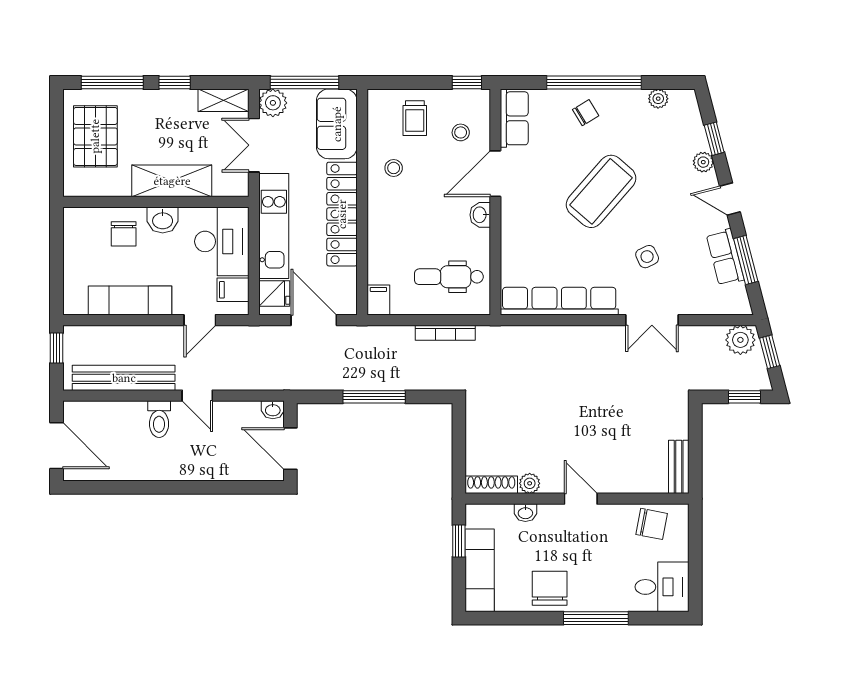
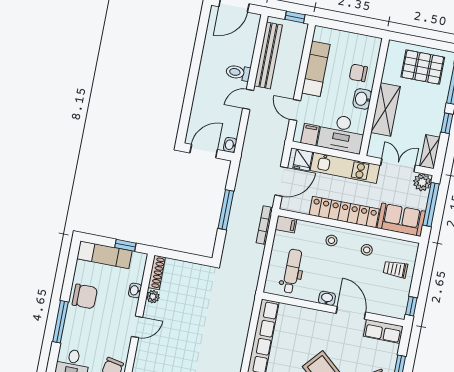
stool: (461, 132) -> (331, 241), moved
bookcase: (445, 333) -> (265, 225), moved

